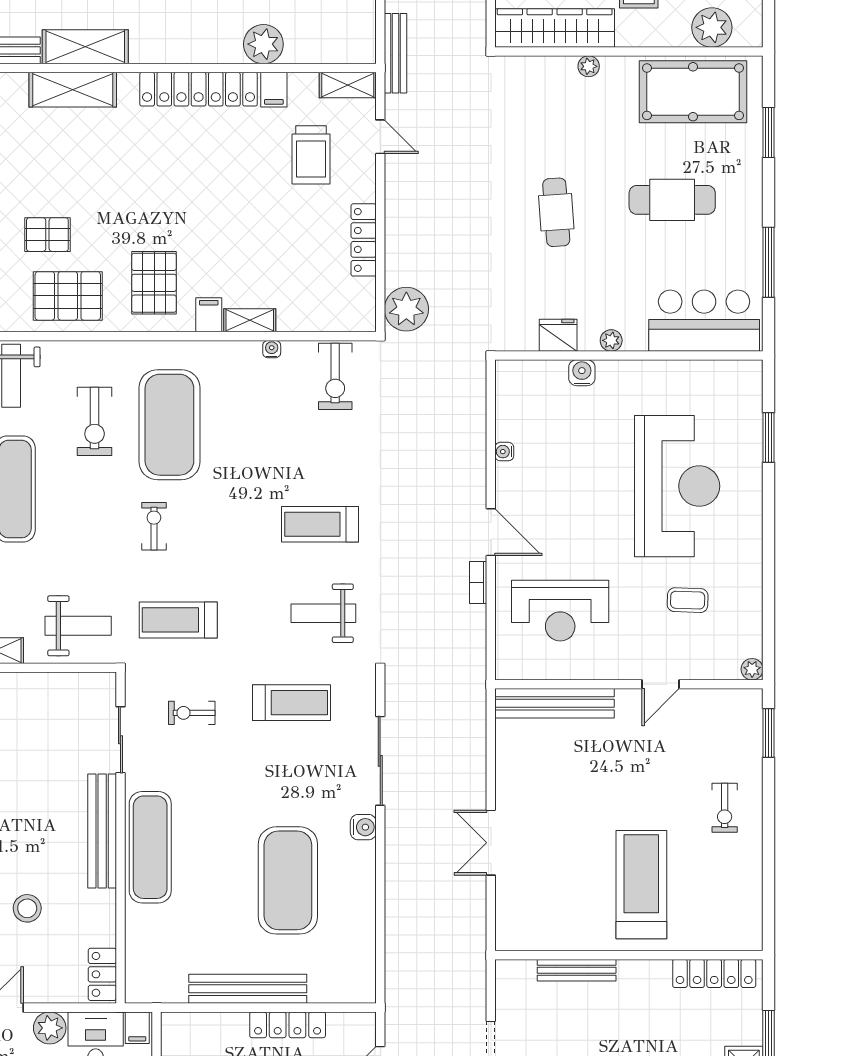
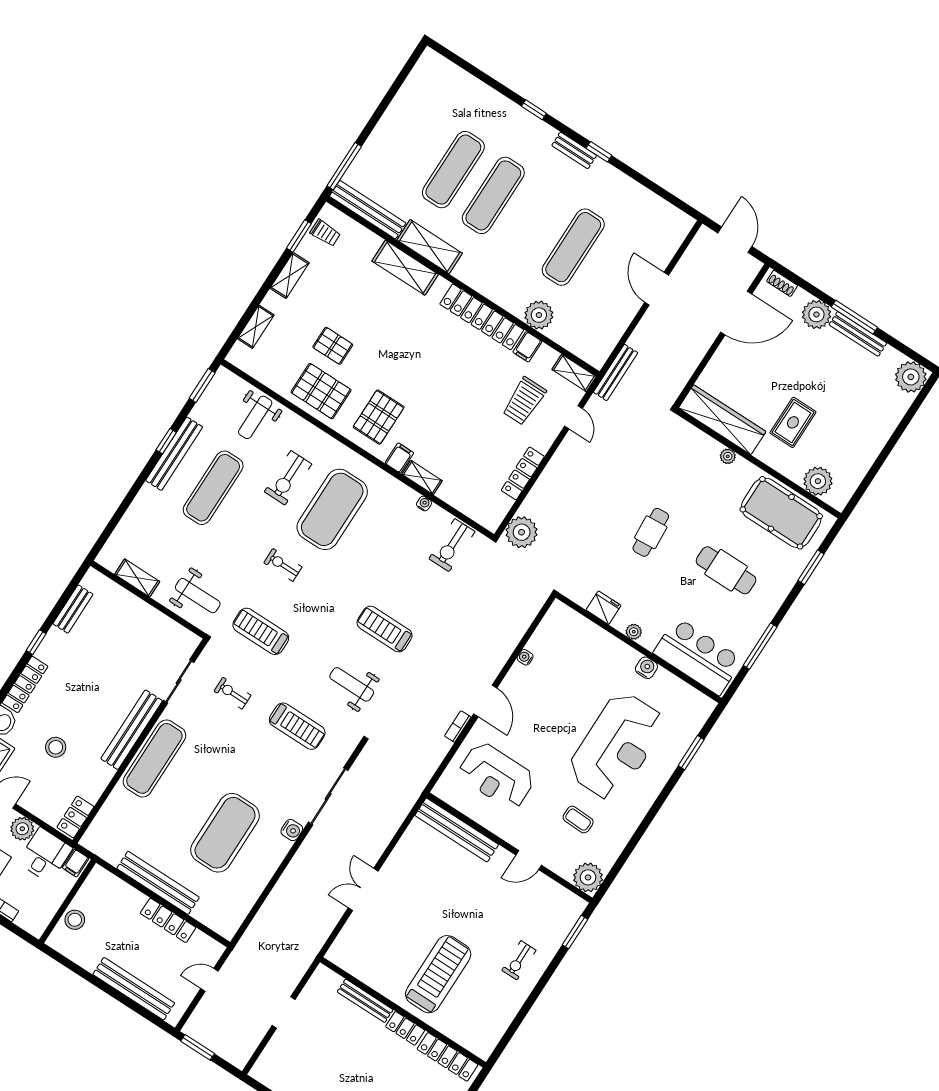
water cooler: (582, 373) -> (646, 668), moved
exercise bike: (154, 526) -> (283, 565), turned -90
plant: (752, 669) -> (588, 877), width x1.88, depth x1.88
locker: (644, 972) -> (405, 1028), added

